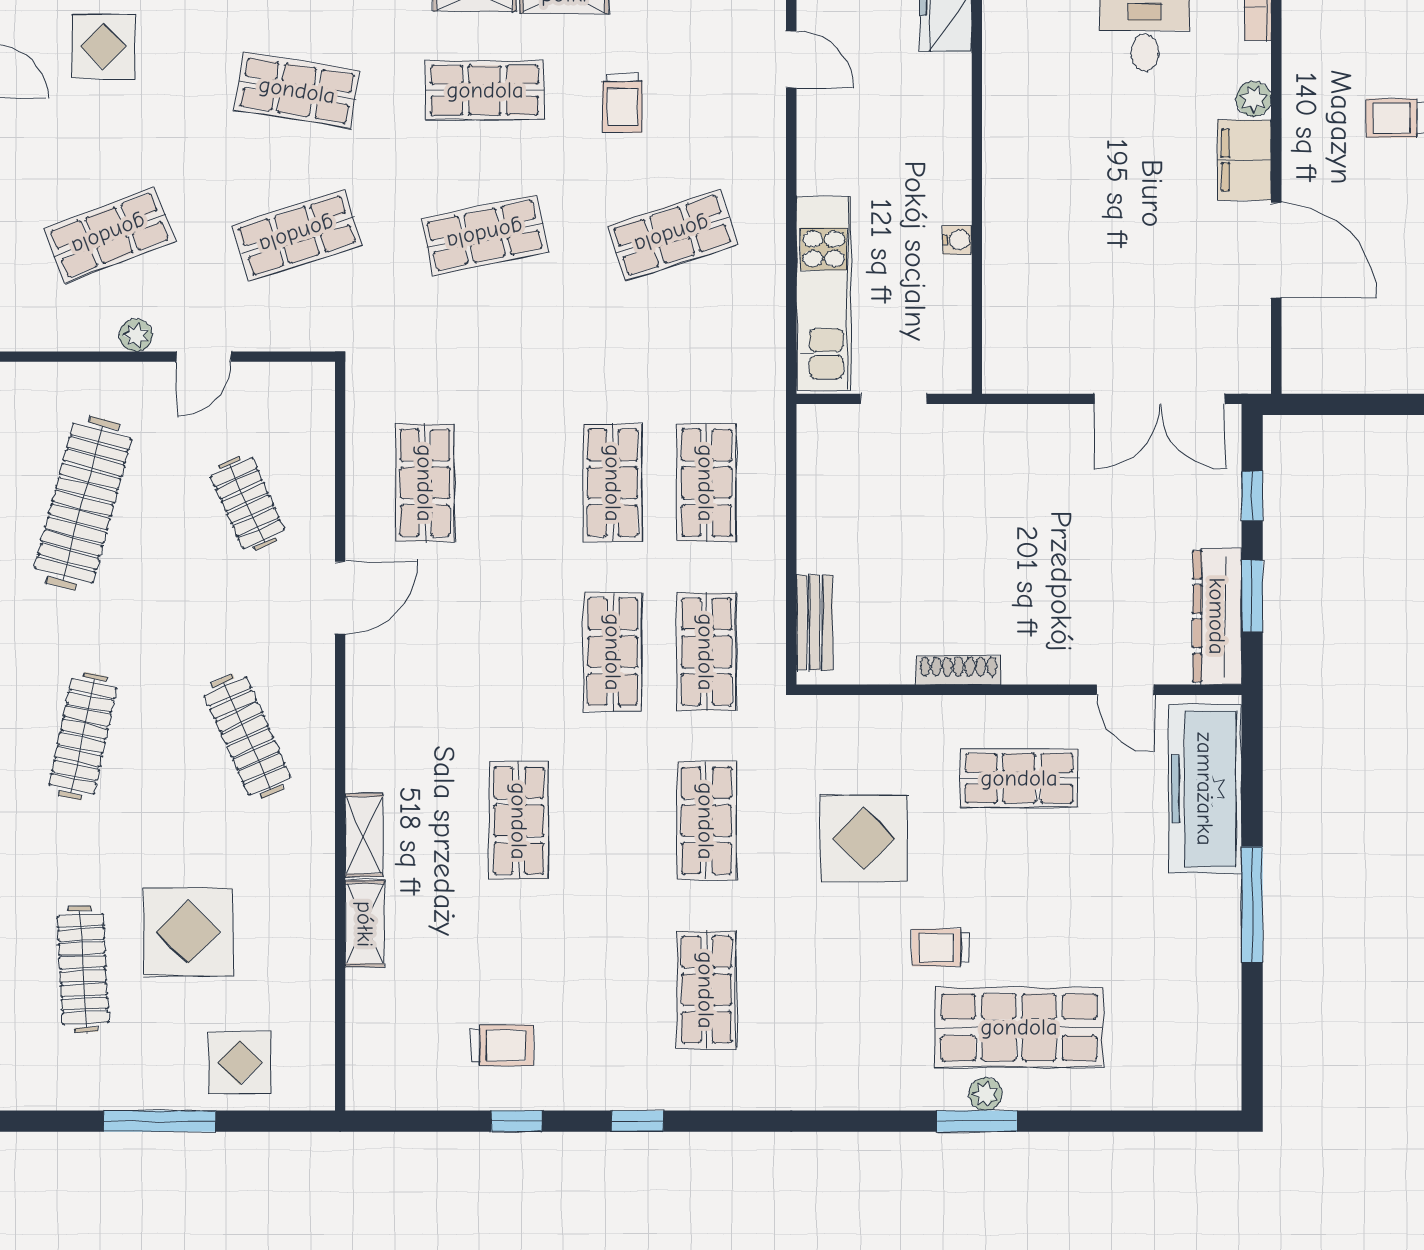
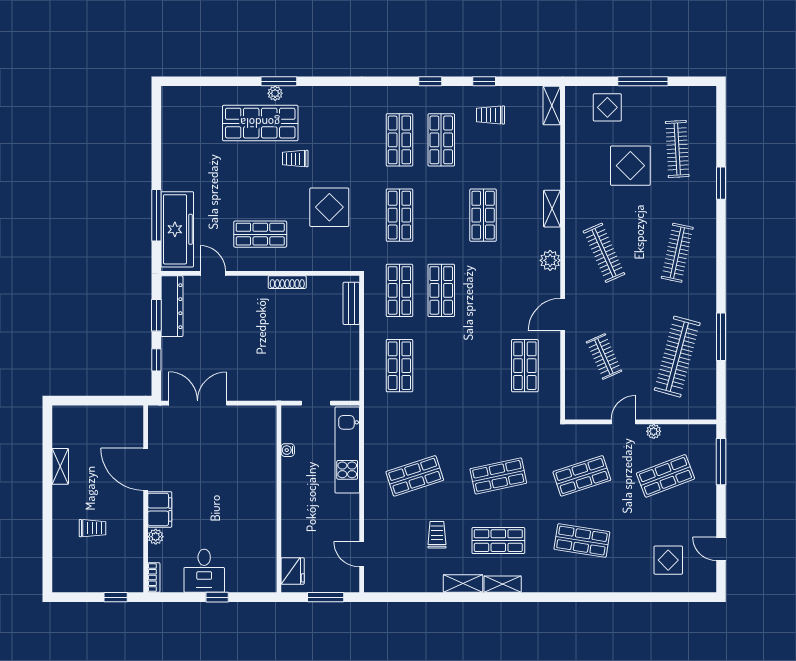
water cooler: (957, 240) -> (288, 450), moved
shop shelf: (613, 483) -> (441, 140), moved
plant: (368, 719) -> (550, 260), added
window: (1252, 904) -> (156, 215), moved
shelving: (365, 924) -> (552, 106), moved
trolley: (940, 948) -> (295, 159), turned 180

